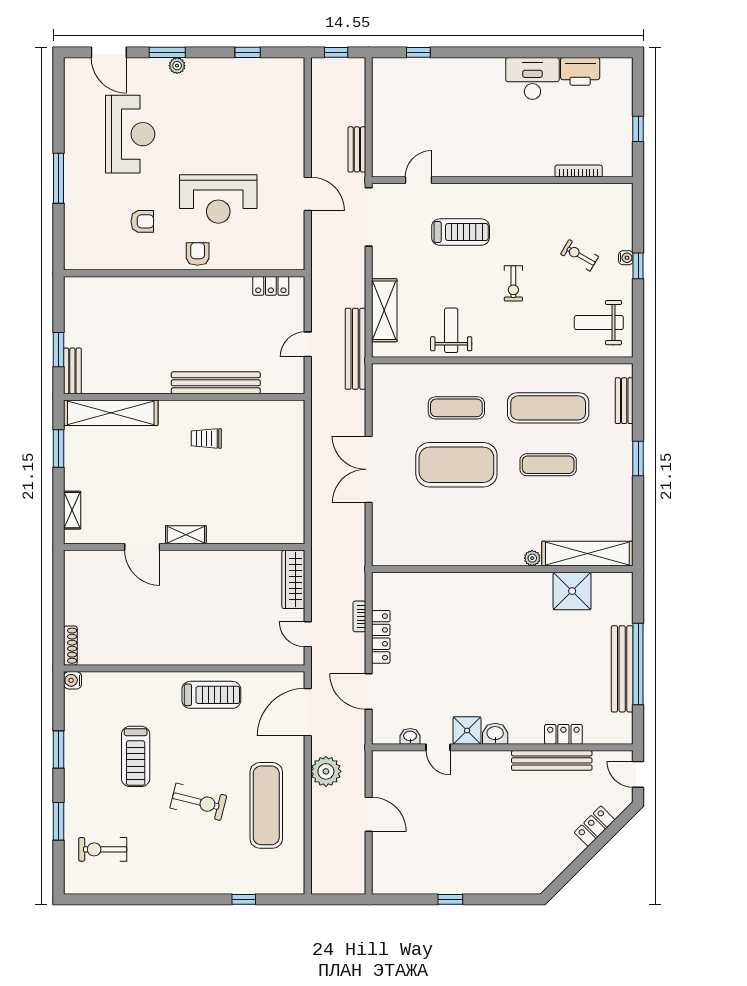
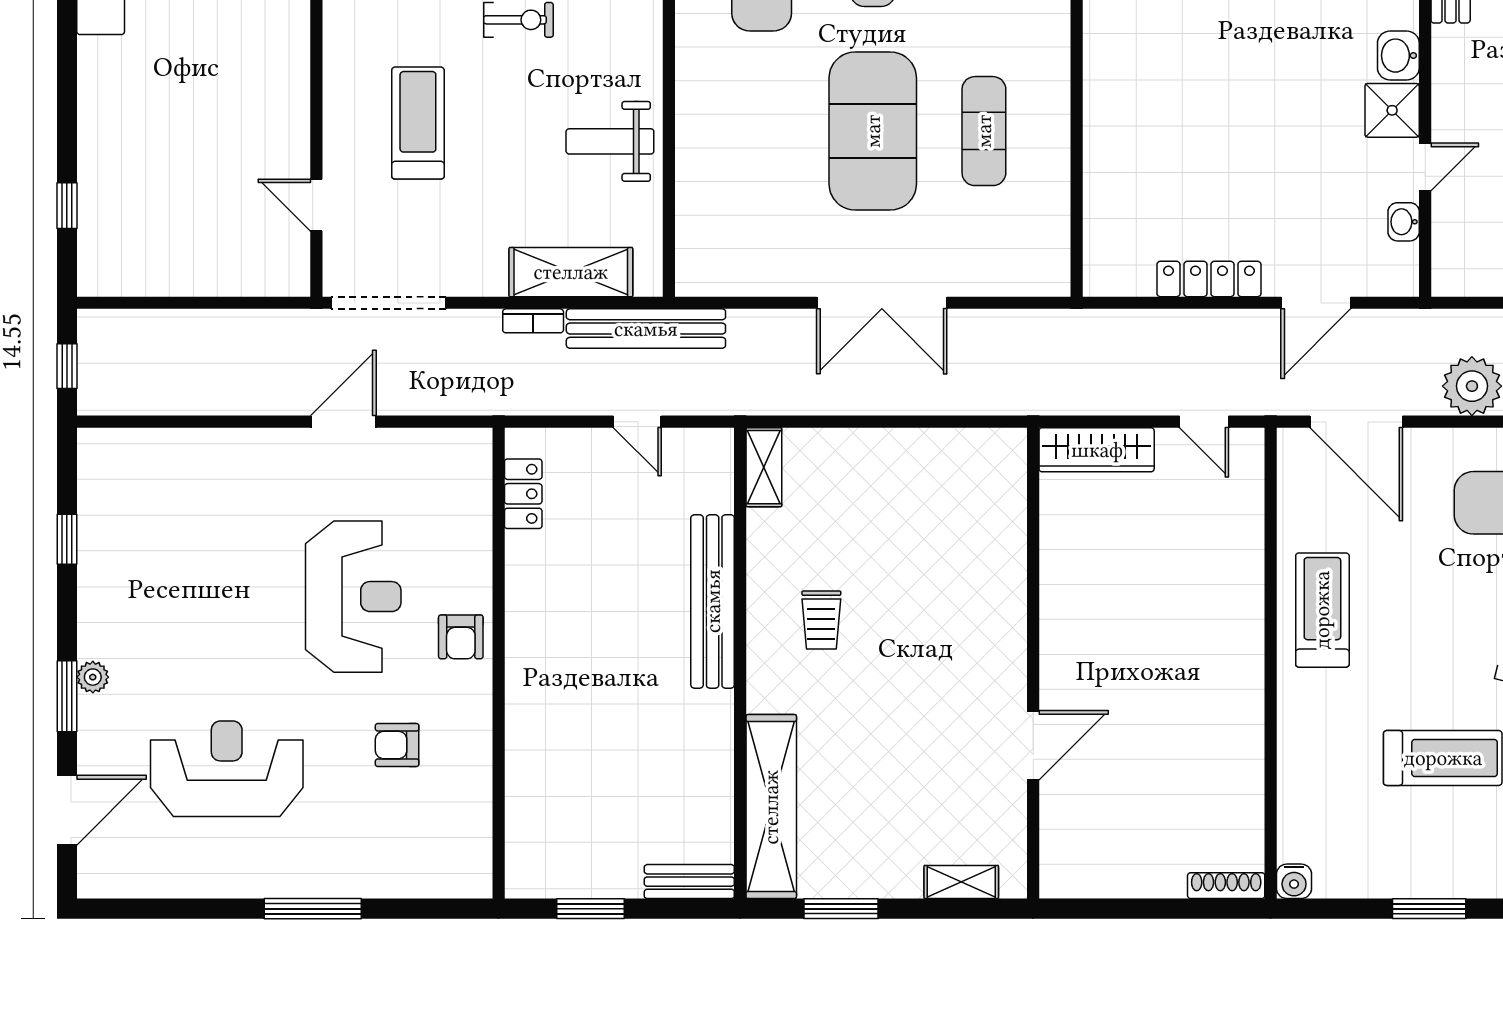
bench: (357, 149) -> (257, 326), removed
armchair: (142, 221) -> (397, 745), turned -90
armchair: (198, 254) -> (461, 637), turned -90
window: (59, 350) -> (590, 909), moved
exercise mat: (456, 408) -> (984, 131), moved
shelving: (186, 535) -> (764, 467), moved
bookcase: (359, 616) -> (533, 321), moved
door: (308, 634) -> (1204, 422), hinge flipped

